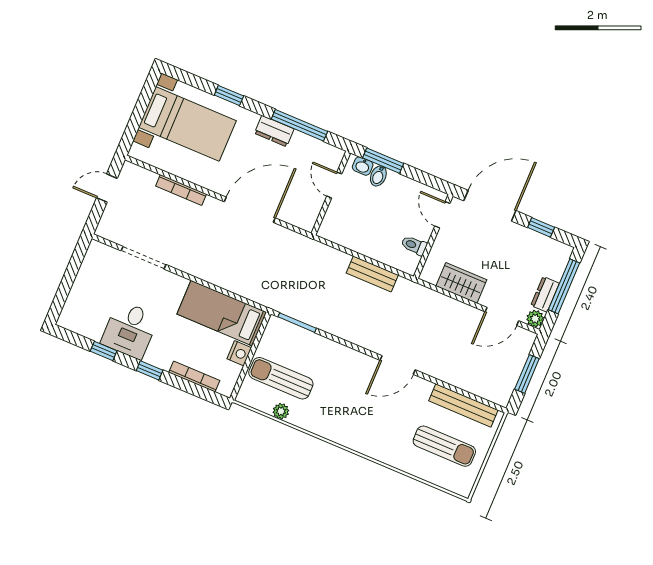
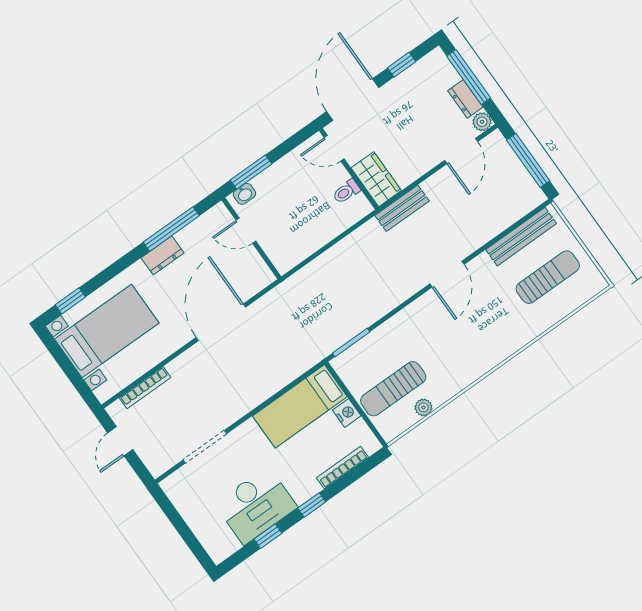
window: (229, 95) -> (70, 301), moved
bidet: (378, 176) -> (262, 185), removed
bookcase: (181, 190) -> (145, 388), moved
bench: (372, 274) -> (402, 208), moved
wardrobe: (461, 283) -> (376, 179), moved, turned 90
desk: (130, 330) -> (256, 506), width x1.37
window: (527, 374) -> (528, 160), width x1.44

